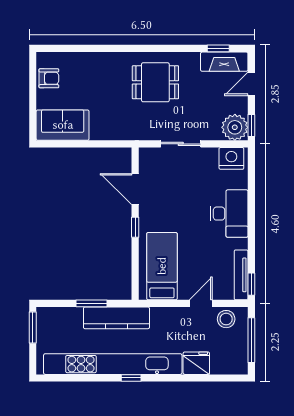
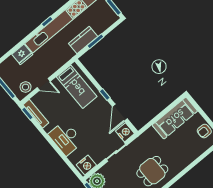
sofa: (63, 125) -> (175, 118), width x1.36
nightstand: (149, 159) -> (125, 132), added
door: (135, 189) -> (120, 113), swing flipped
door: (201, 303) -> (44, 84), hinge flipped
kitchen counter: (116, 318) -> (83, 40), width x0.67

